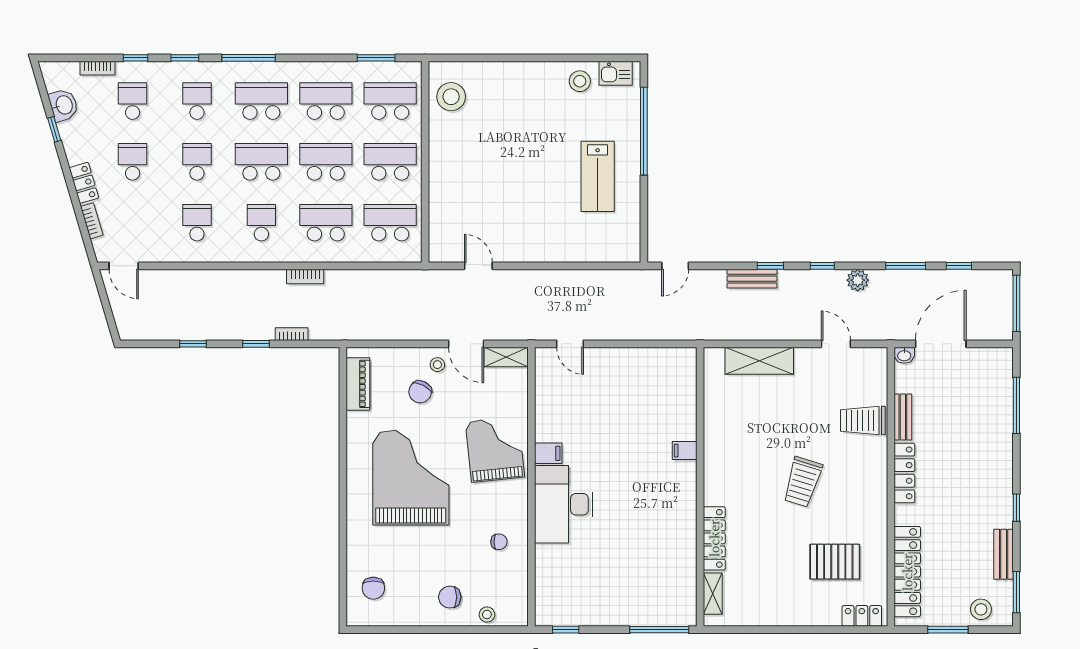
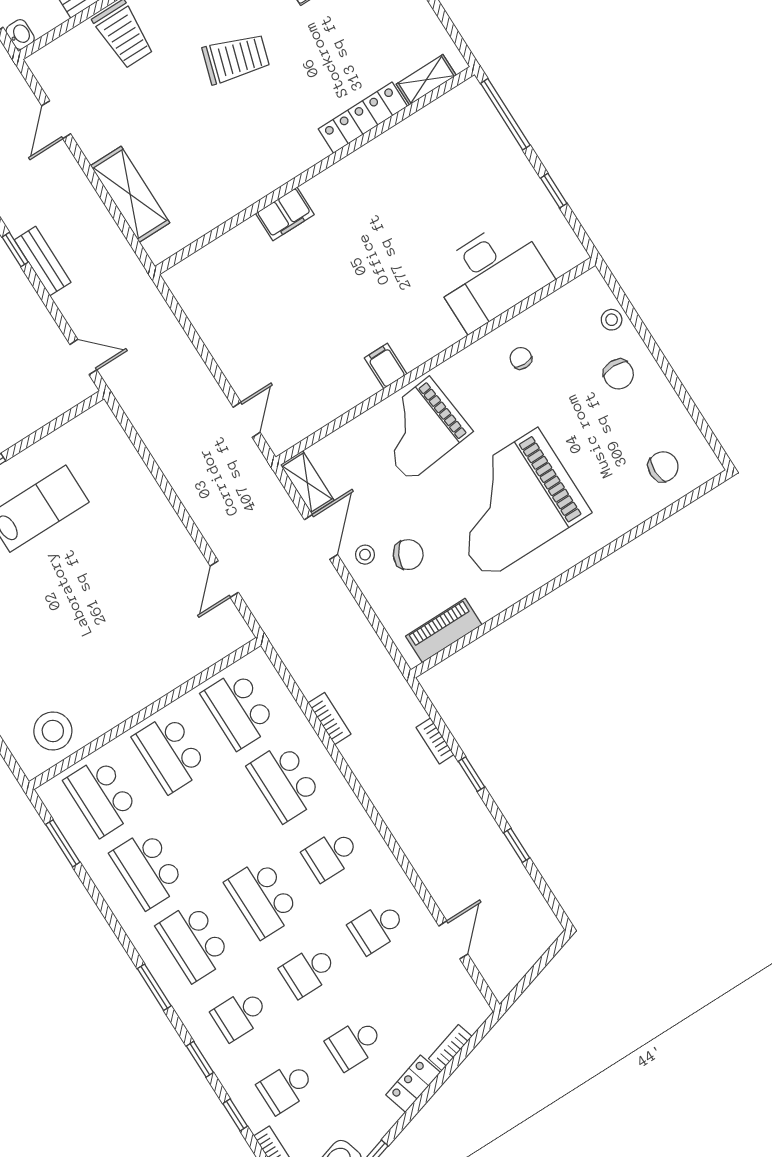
window: (249, 58) -> (154, 987), width x0.69
school desk: (326, 162) -> (216, 826), removed
door: (124, 266) -> (453, 940), moved
bookcase: (305, 277) -> (330, 718), moved
filing cabinet: (685, 451) -> (285, 214), width x2.00
desk: (564, 504) -> (491, 275), moved
window: (566, 630) -> (554, 191), moved

